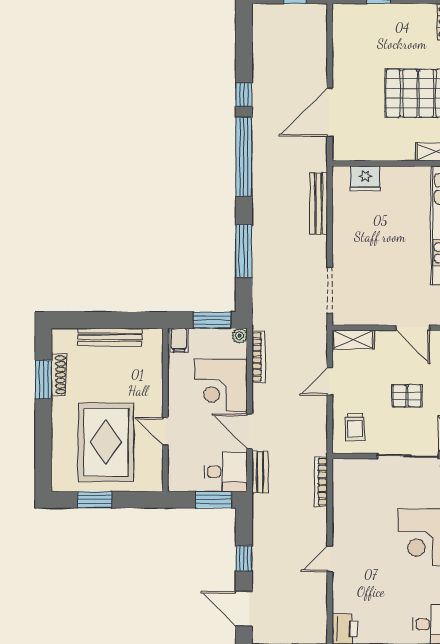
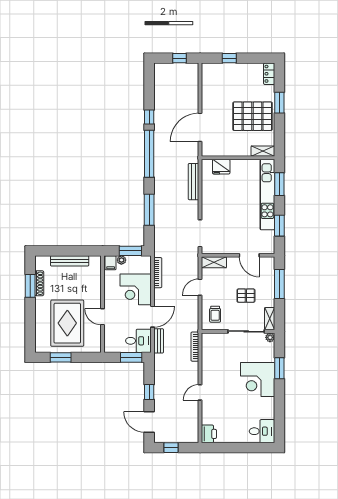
plant: (239, 336) -> (121, 260), moved
door: (249, 431) -> (152, 317), swing flipped

